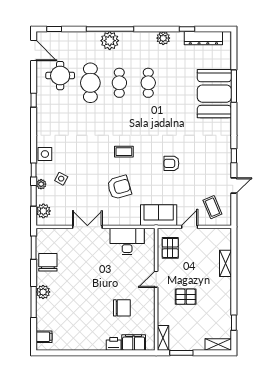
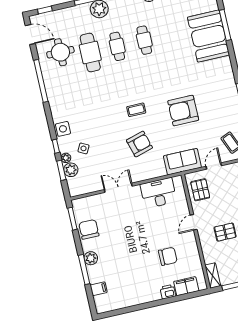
window: (34, 100) -> (41, 81), width x3.17
armchair: (171, 163) -> (183, 111), width x1.88, depth x1.88
plant: (43, 211) -> (71, 170), moved
filing cabinet: (44, 337) -> (99, 289), moved

